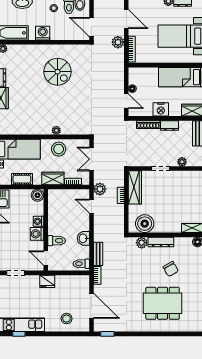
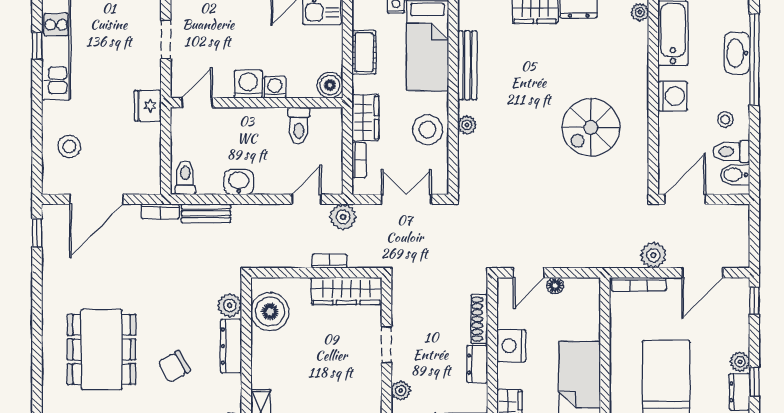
bench: (28, 130) -> (467, 65), added
toilet: (57, 241) -> (299, 126), moved

